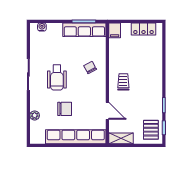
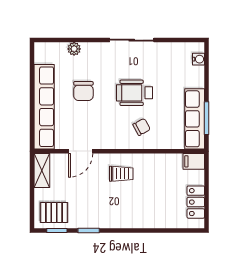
wheelchair: (57, 77) -> (134, 93), moved

